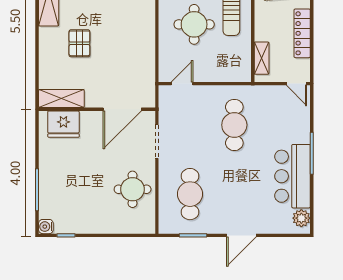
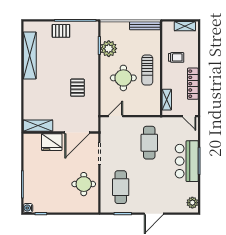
pallet: (79, 43) -> (77, 88), moved
fridge: (63, 124) -> (52, 142), moved
bar counter: (293, 176) -> (187, 161), moved

